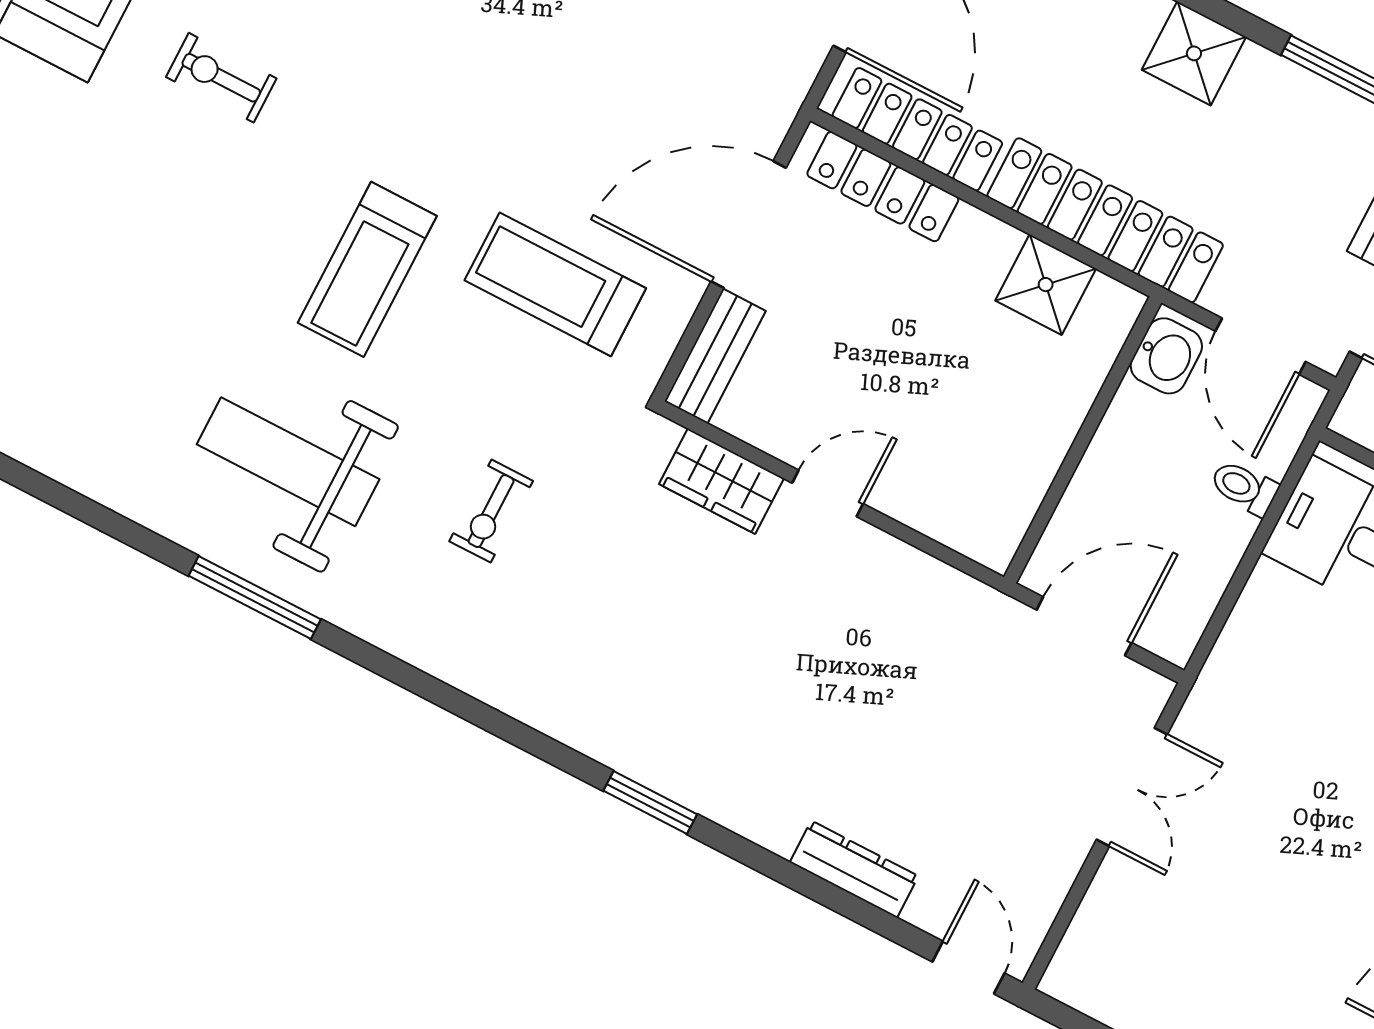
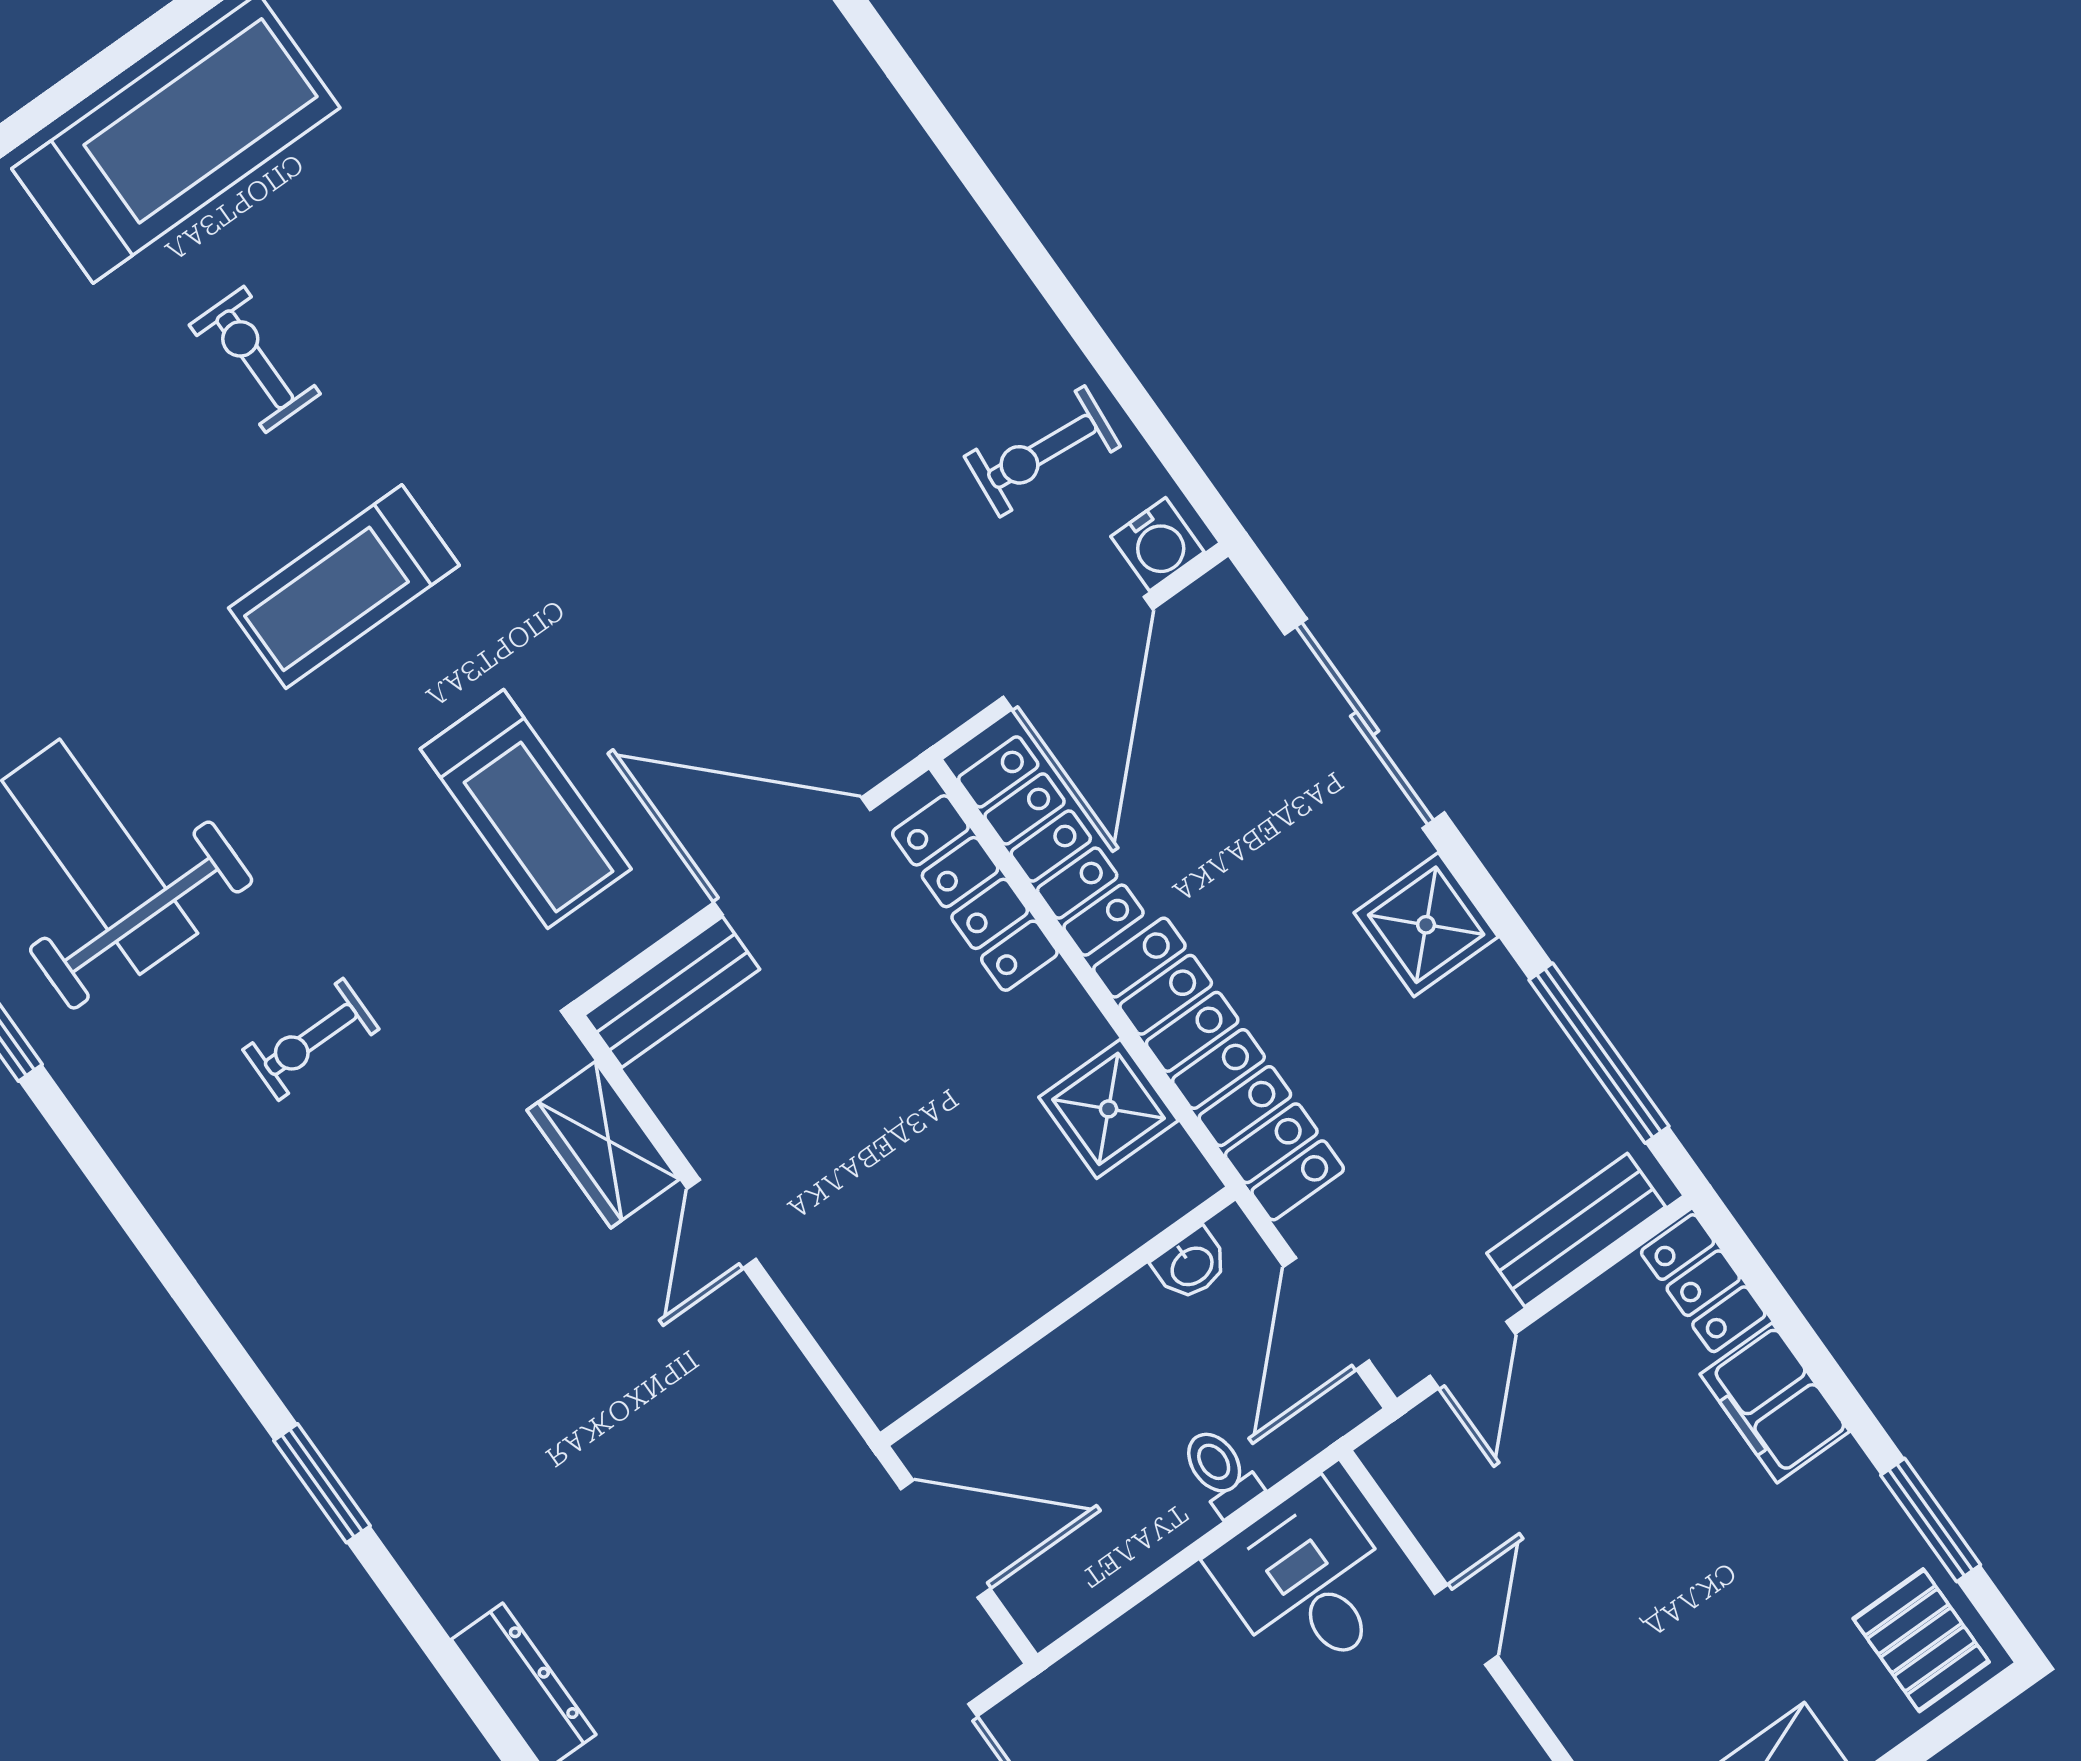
treadmill: (367, 269) -> (344, 587), moved
treadmill: (555, 284) -> (526, 809), turned 180
washbasin: (1166, 356) -> (1191, 1265), width x0.72, depth x0.69
door: (828, 493) -> (722, 1224), swing flipped

